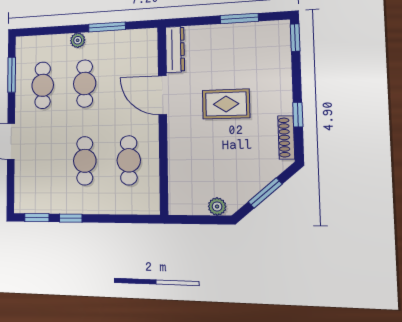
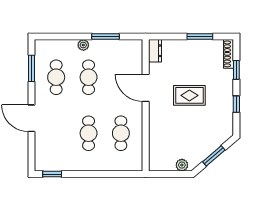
window: (295, 38) -> (236, 70), moved
dresser: (175, 49) -> (155, 51), width x0.70
shoe rack: (286, 137) -> (228, 54), moved
window: (71, 218) -> (78, 174), removed

